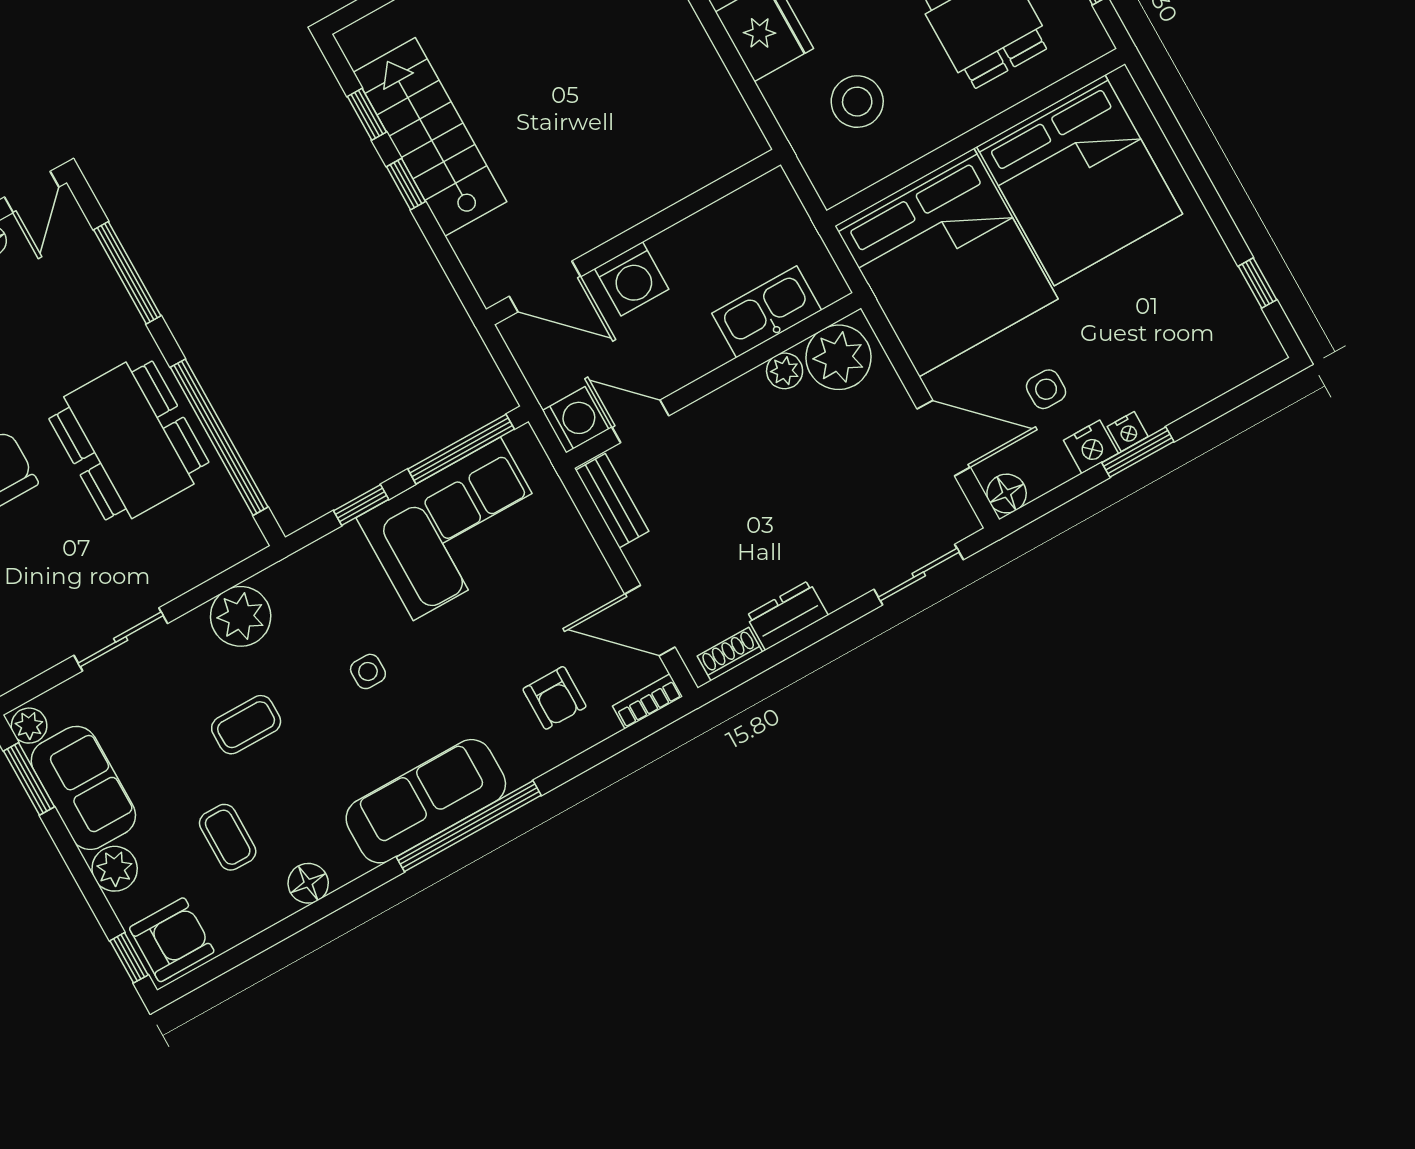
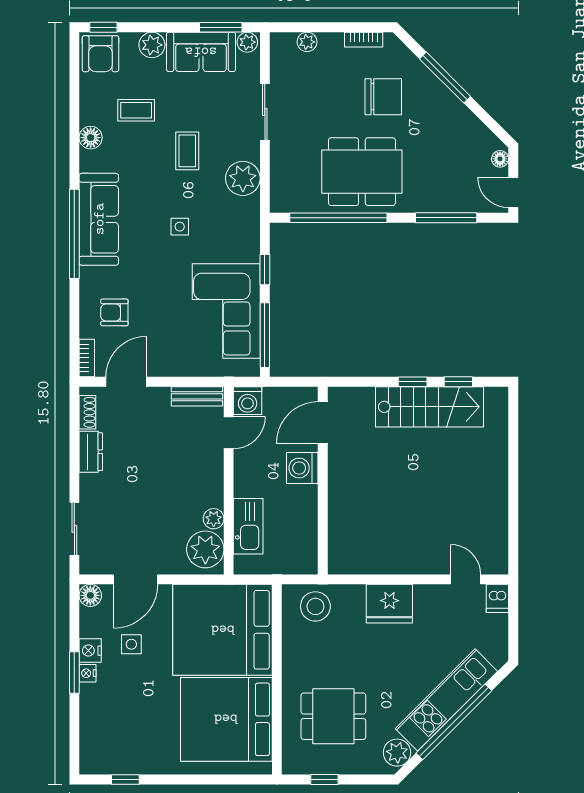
stool: (857, 102) -> (315, 606), moved

